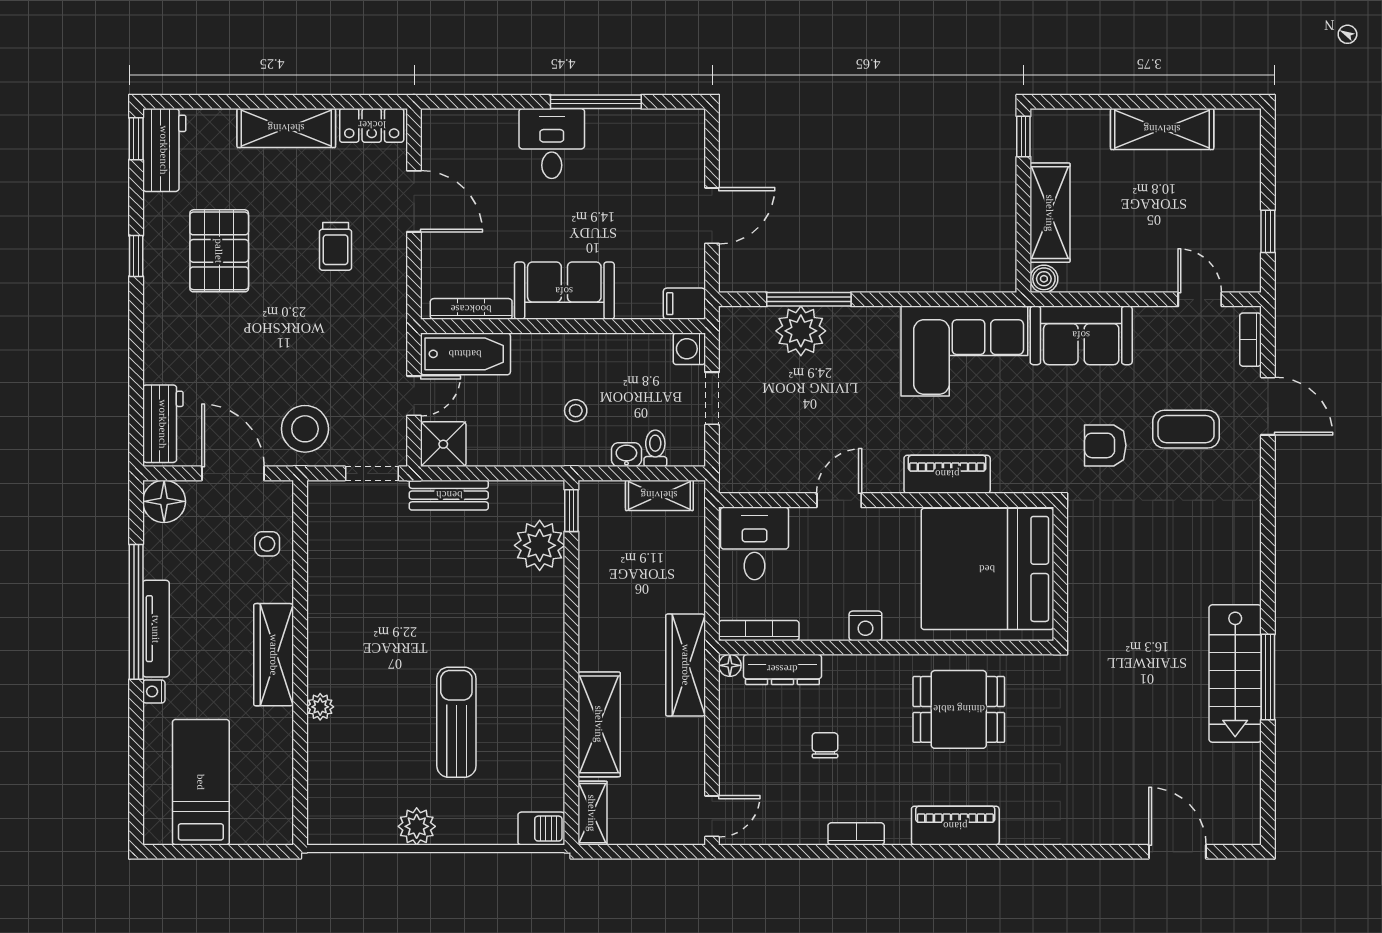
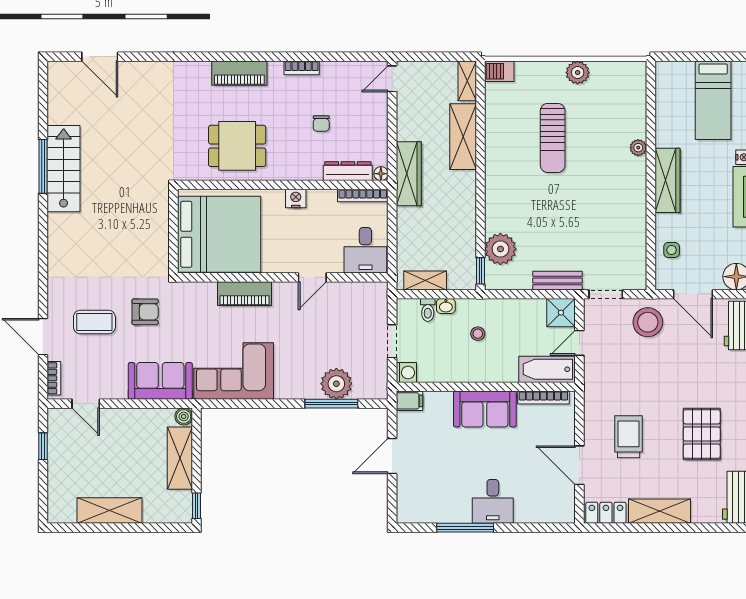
trolley: (336, 246) -> (629, 437), width x1.36, depth x1.39

